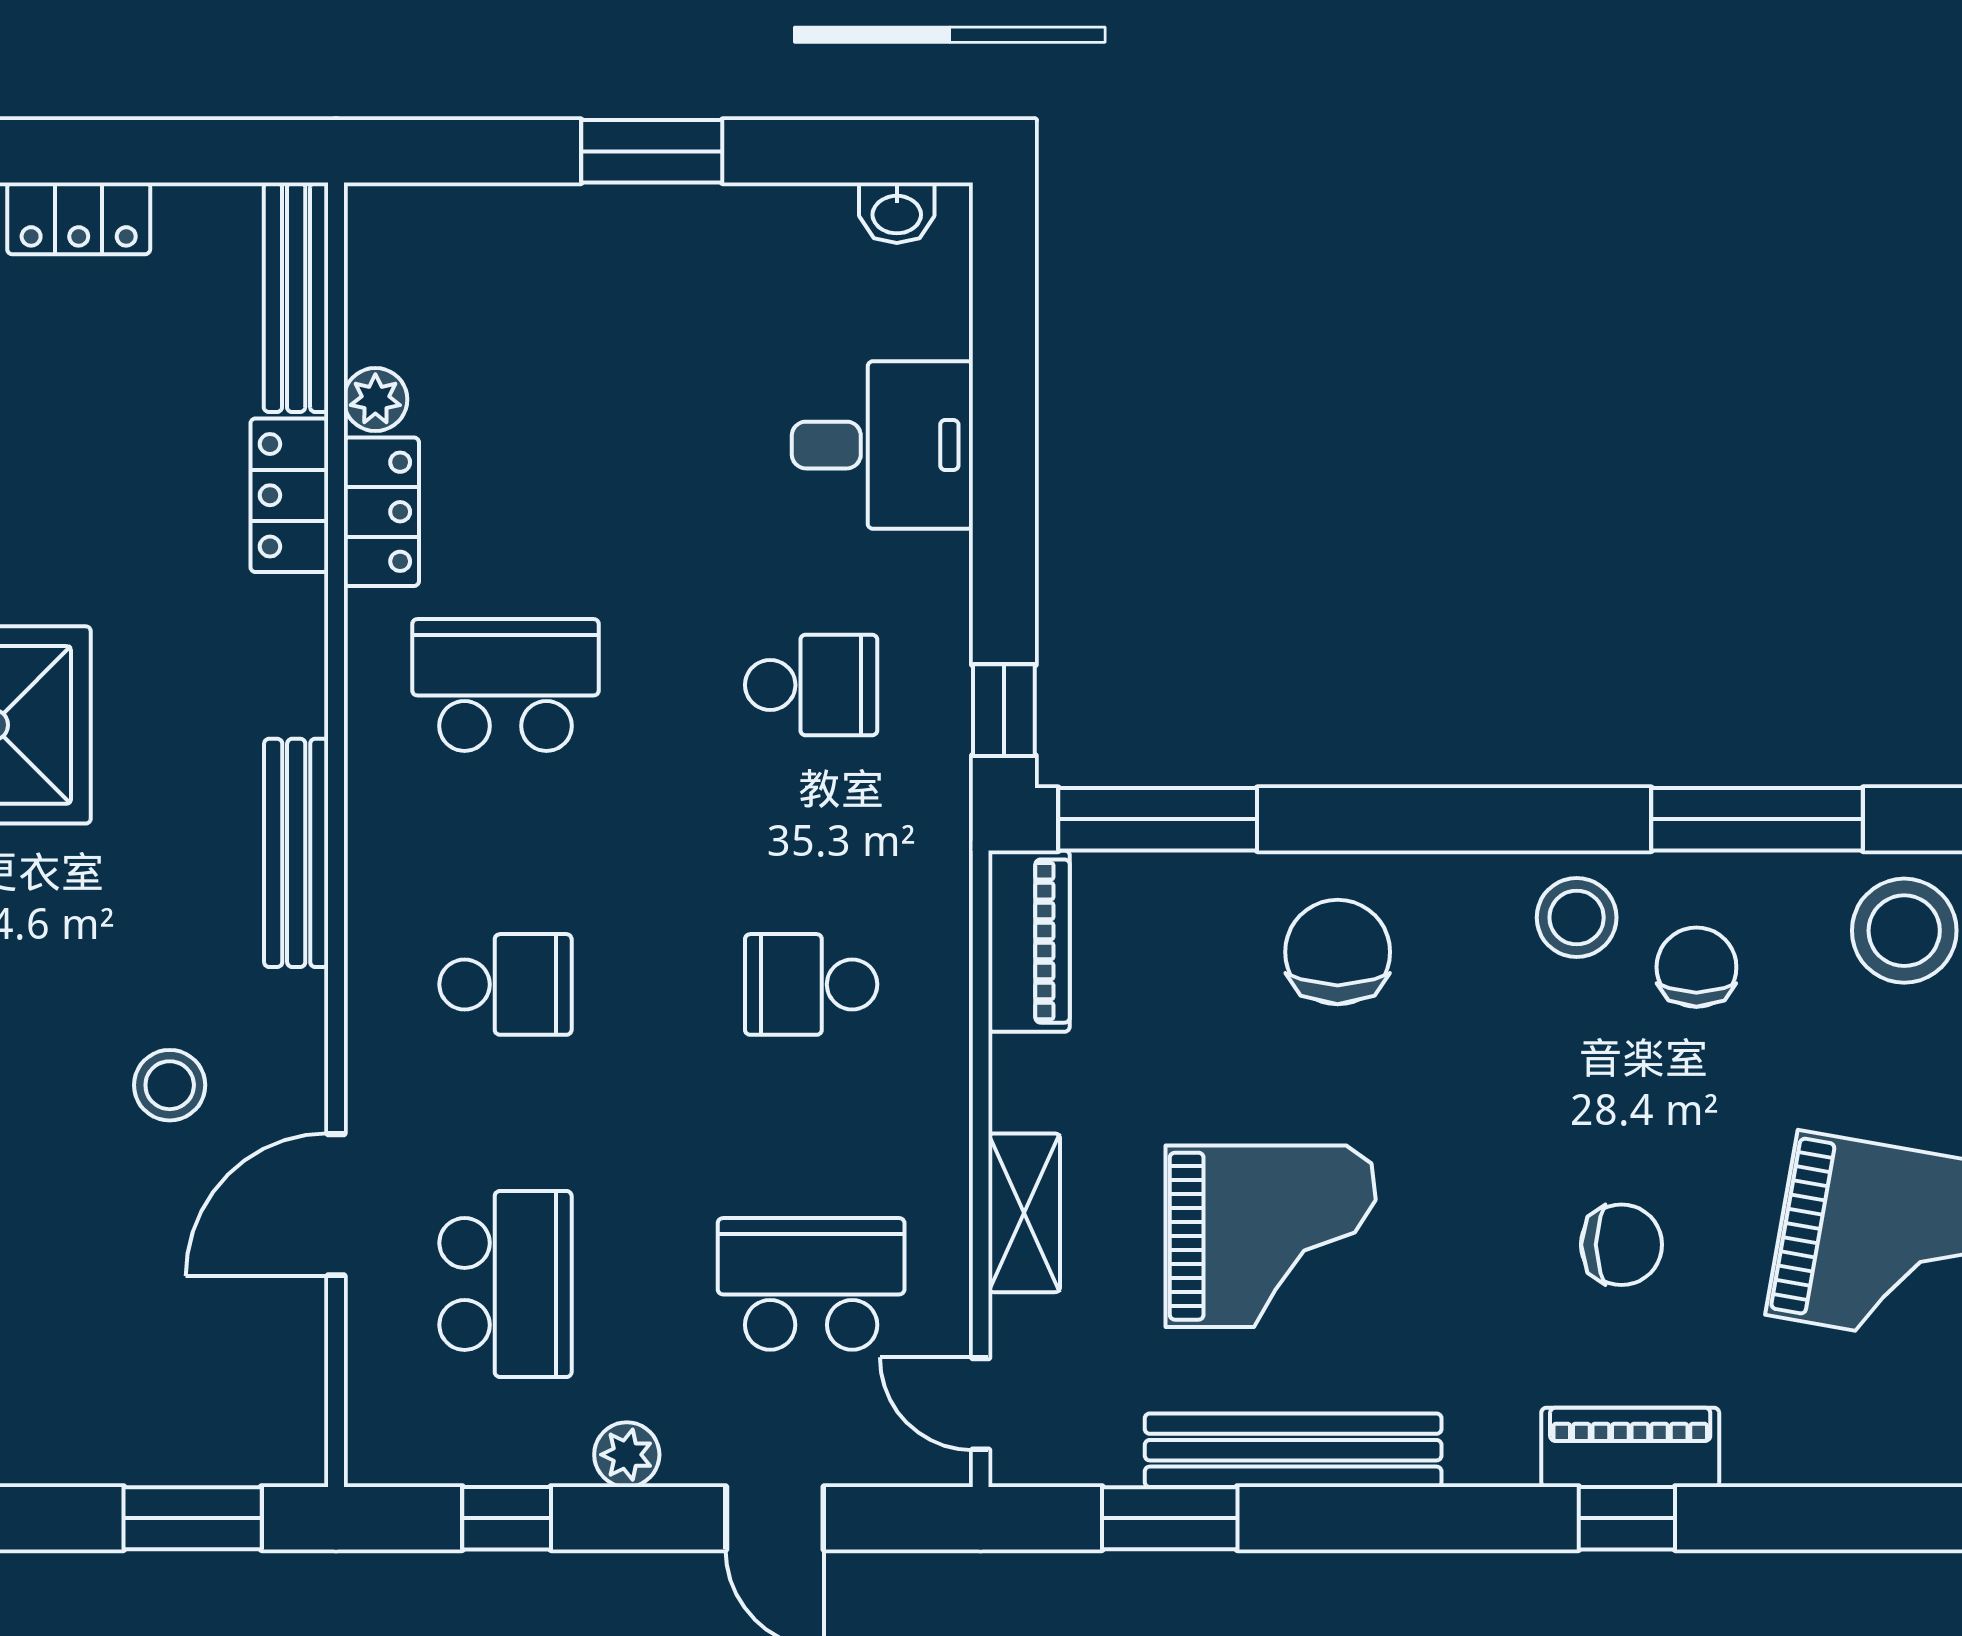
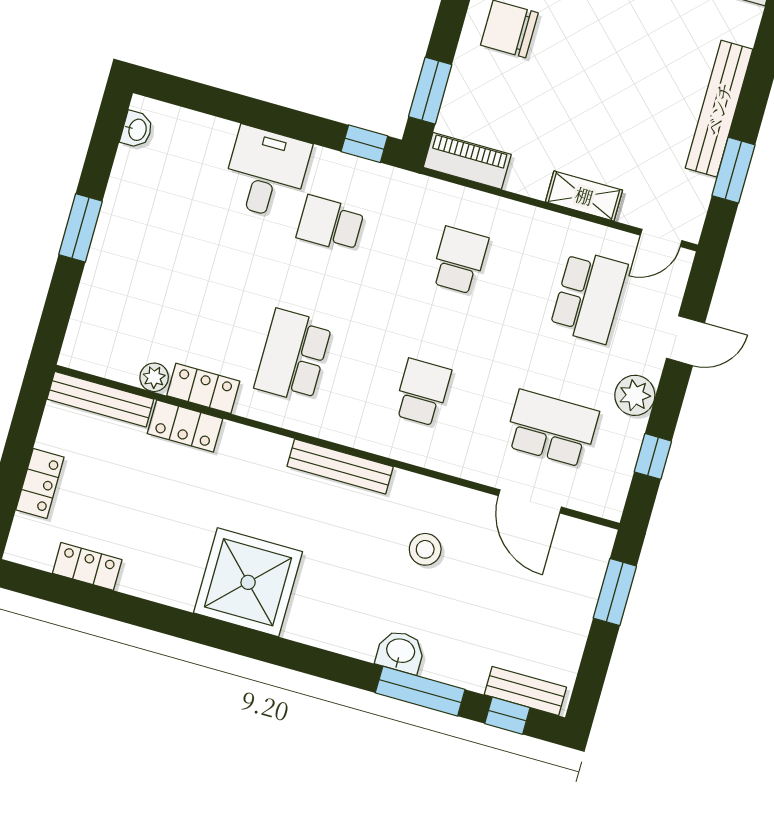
desk: (882, 445) -> (266, 173), moved
school desk: (811, 685) -> (330, 224), turned -90
window: (1158, 819) -> (430, 91), width x0.69
school desk: (811, 984) -> (460, 260), turned 180
door: (336, 1205) -> (530, 501), moved
grand piano: (1271, 1236) -> (624, 92), removed
school desk: (811, 1284) -> (589, 297), turned 180
plant: (627, 1455) -> (635, 395), width x1.38, depth x1.38

